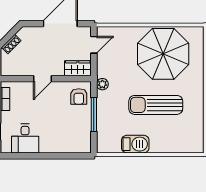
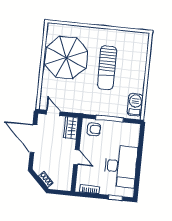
plant: (102, 84) -> (86, 109), removed
desk: (25, 138) -> (121, 166), width x1.87, depth x1.30
barbecue: (135, 144) -> (135, 105), moved

